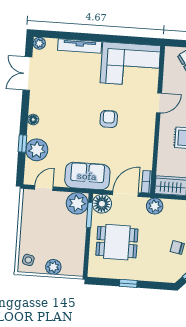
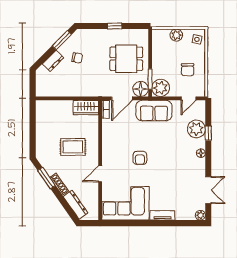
tv unit: (80, 46) -> (162, 215), width x0.71
plant: (155, 206) -> (98, 90), removed
chair: (42, 223) -> (188, 70), added

